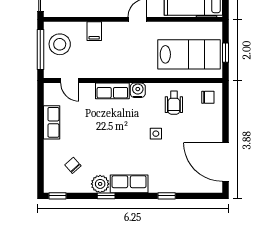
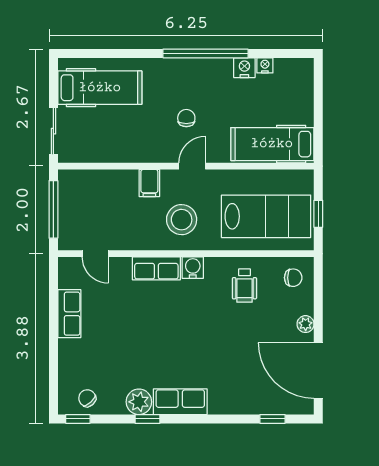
filing cabinet: (94, 31) -> (149, 183), moved
stool: (60, 44) -> (182, 220), moved
plant: (217, 130) -> (306, 324), added
side table: (156, 134) -> (219, 330), removed
chair: (73, 165) -> (87, 398), moved
window: (167, 196) -> (273, 419), moved

